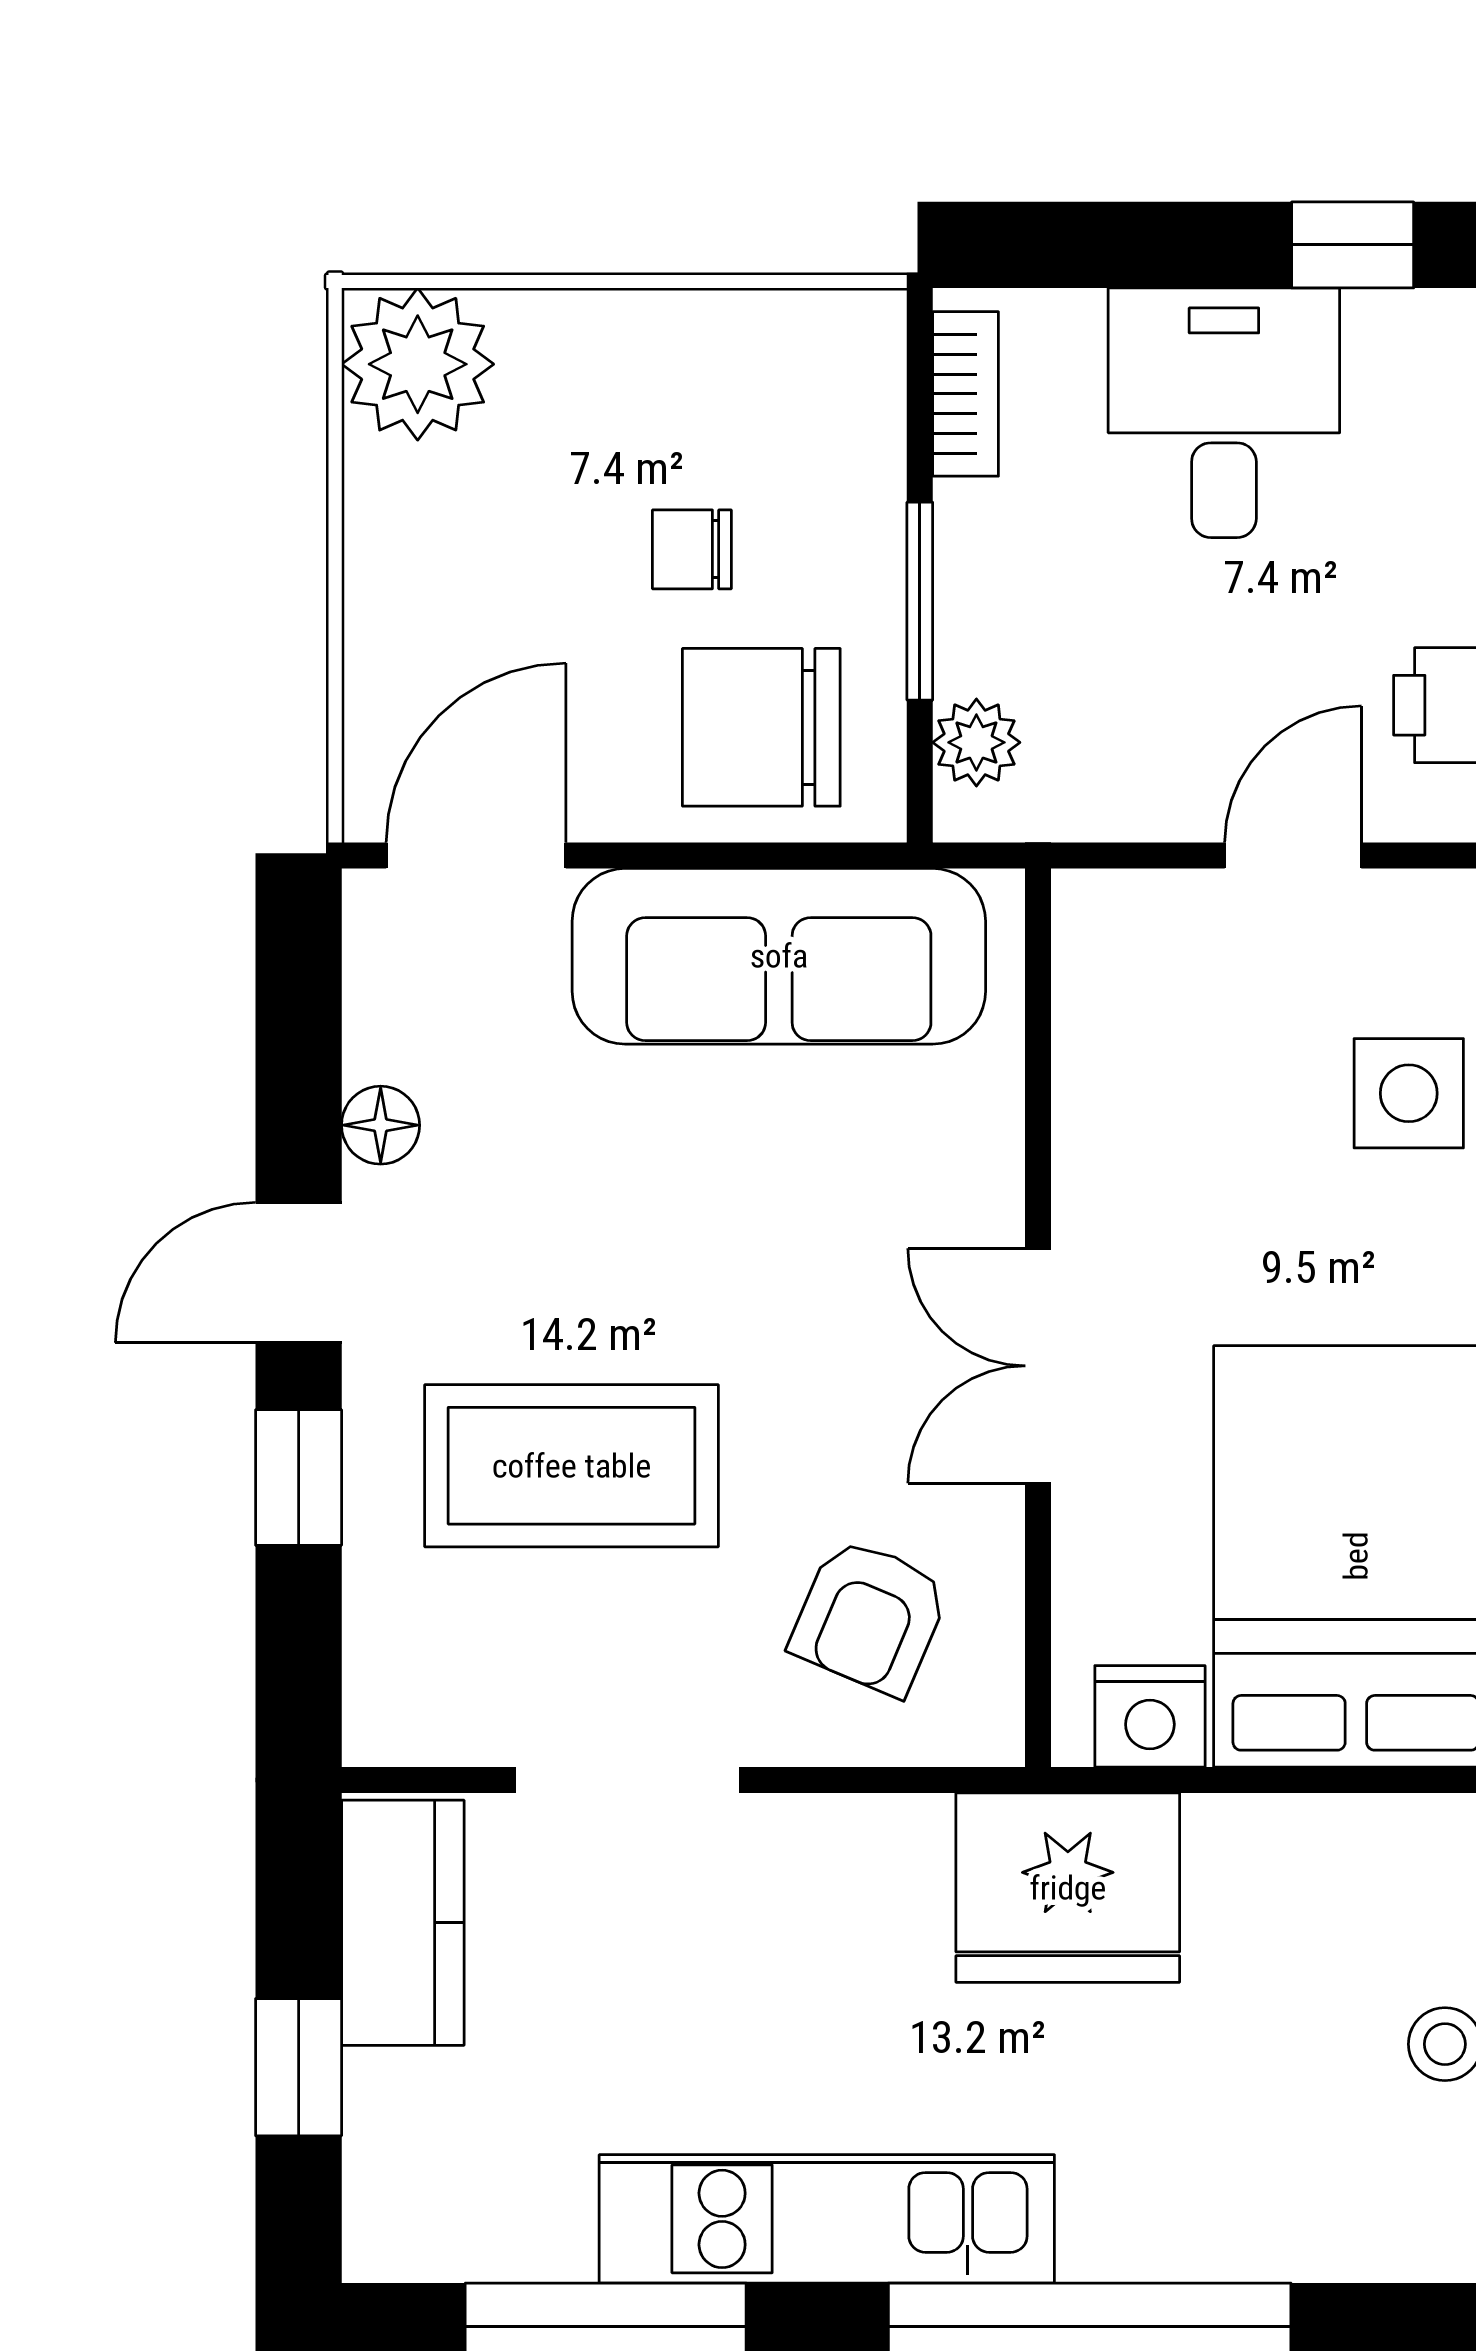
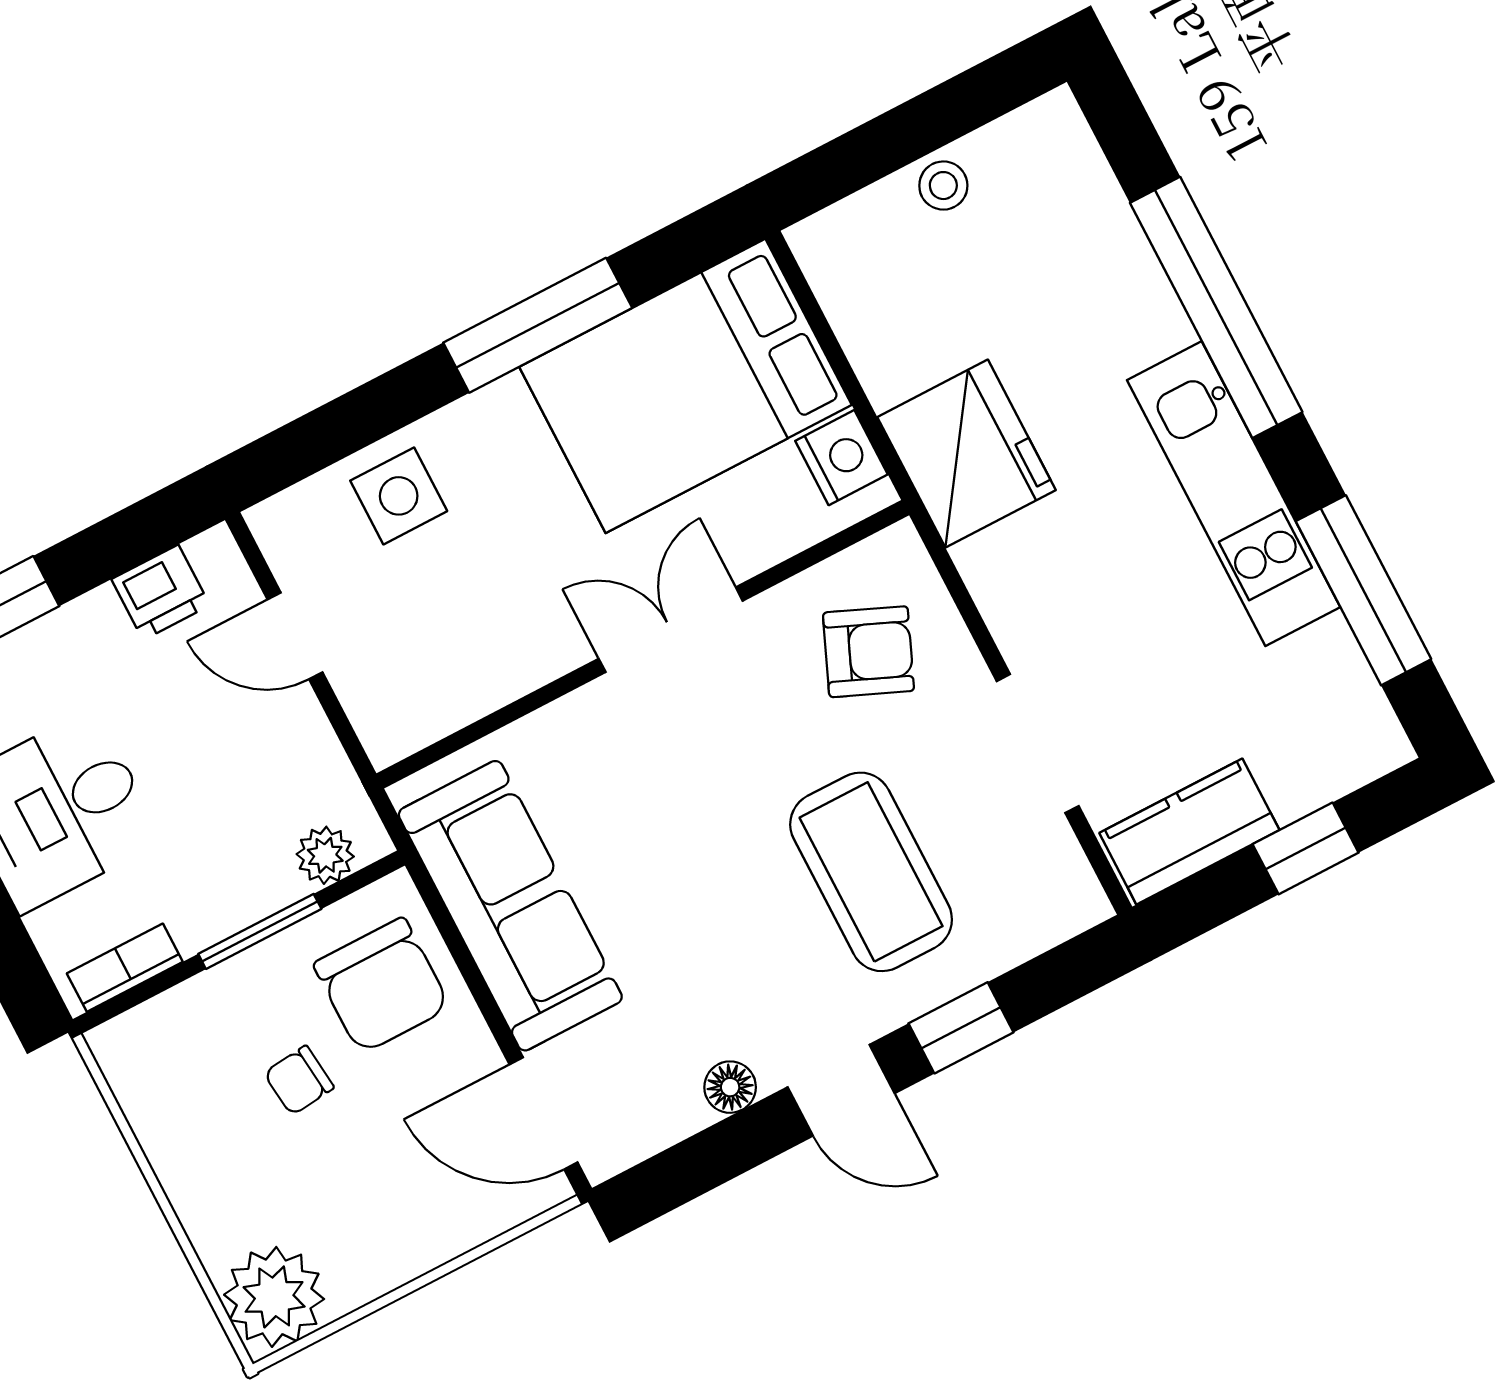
chair: (692, 549) -> (299, 1080), turned 84
double door: (1038, 1366) -> (671, 630), swing flipped

